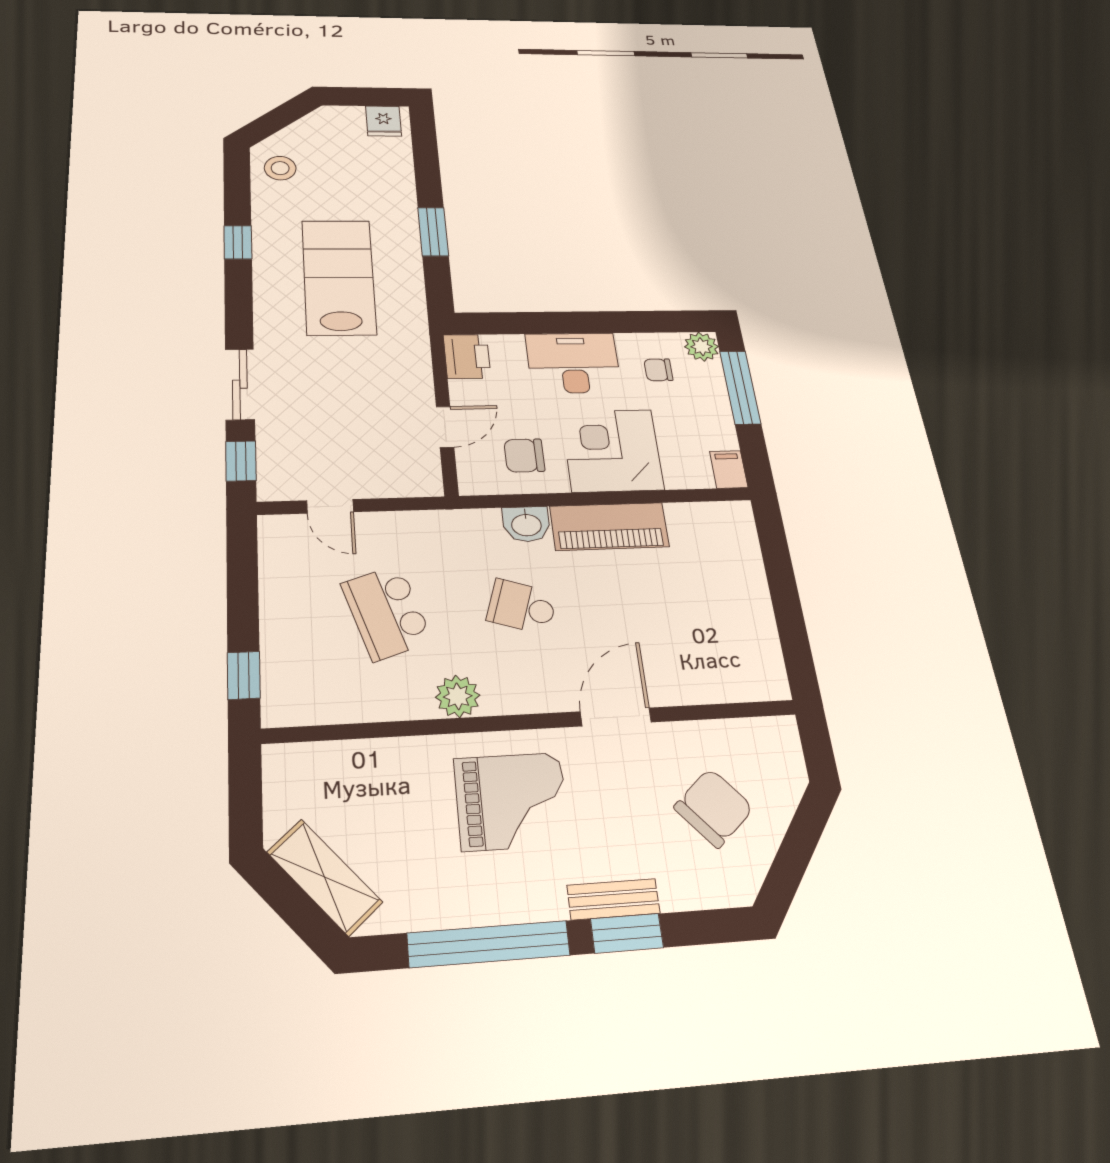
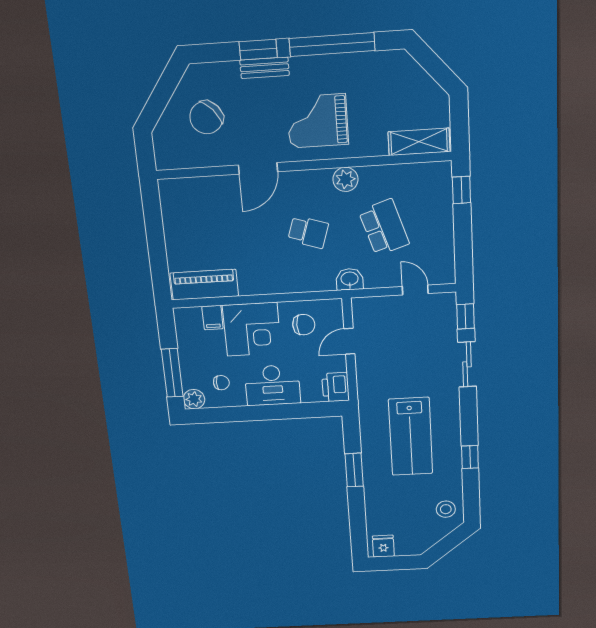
filing cabinet: (729, 469) -> (213, 318), moved
washbasin: (526, 524) -> (350, 279), moved
piano: (609, 526) -> (204, 285), moved
shelving: (325, 877) -> (419, 142), moved, turned -49

